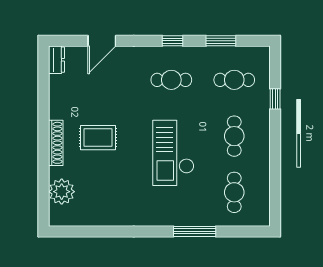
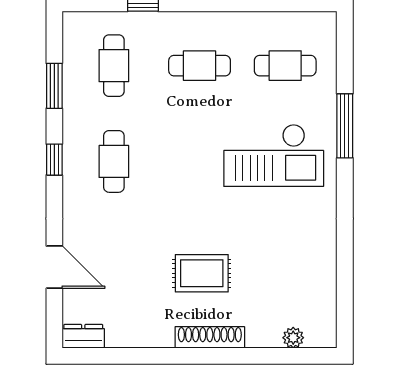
rug: (98, 138) -> (202, 273), turned 90
checkout: (173, 153) -> (274, 155), moved
plant: (62, 192) -> (293, 338), width x0.53, depth x0.53

